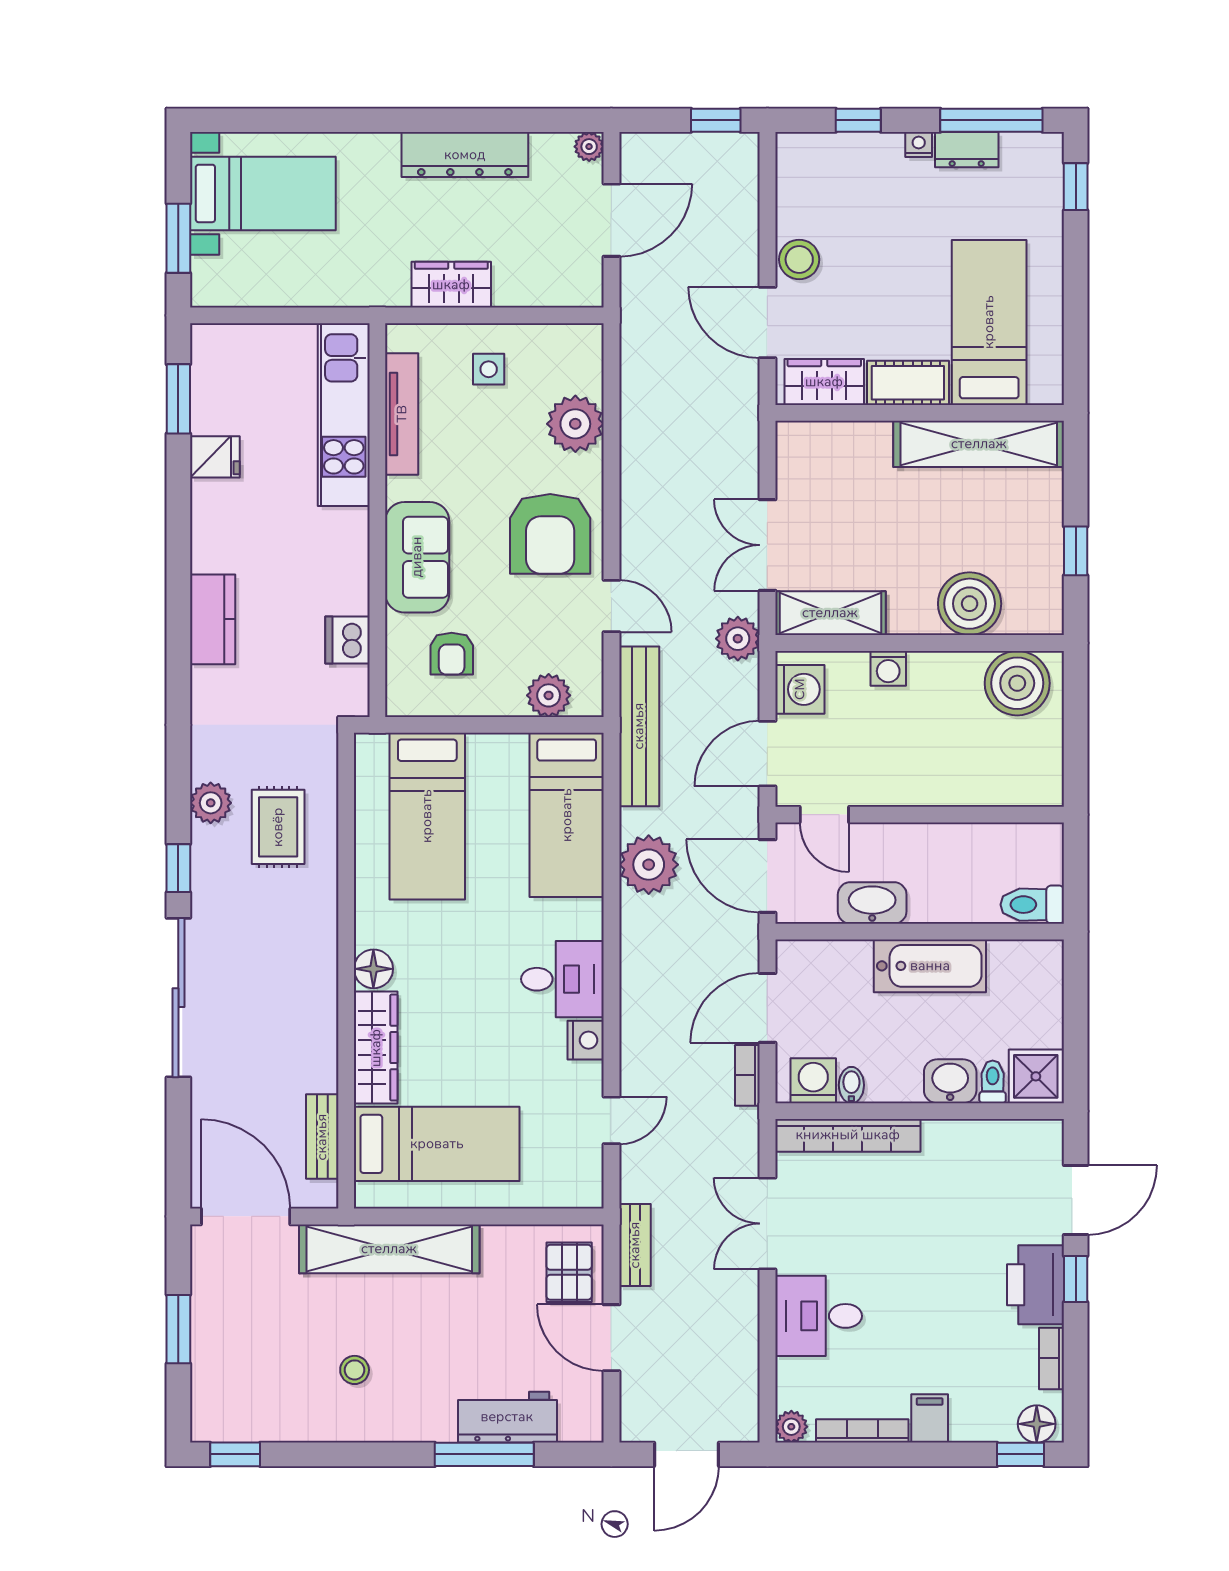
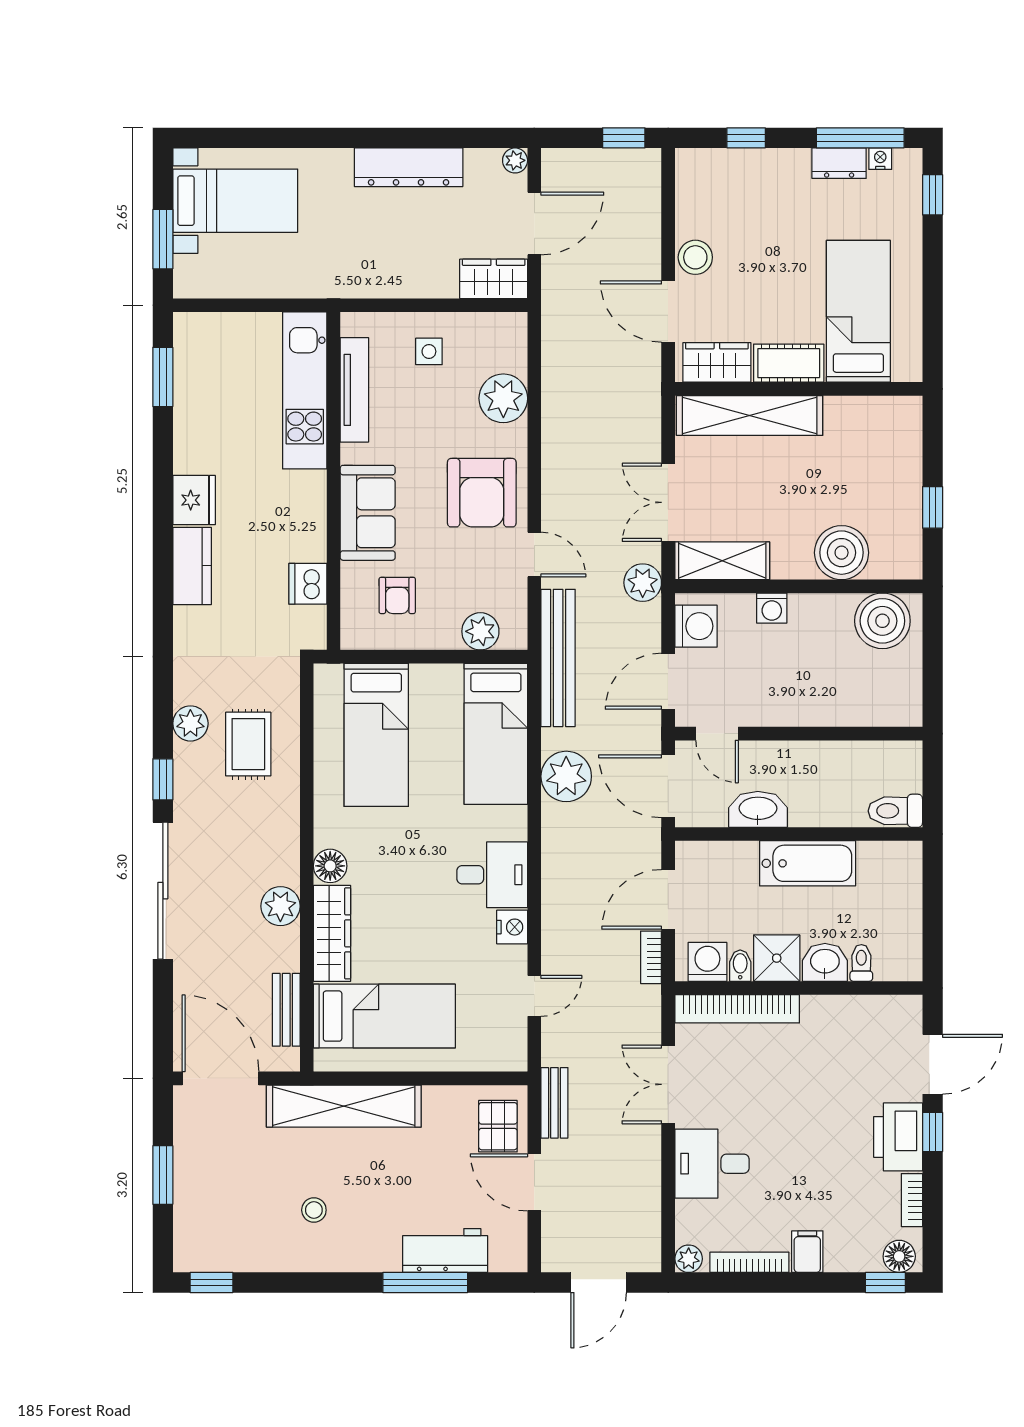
nightstand: (919, 145) -> (880, 159), moved
wardrobe: (451, 285) -> (494, 279), moved
shelving: (979, 444) -> (750, 416), moved
fridge: (215, 457) -> (194, 500), moved, width x1.38
plant: (316, 1016) -> (280, 906), added
shower: (1036, 1076) -> (777, 958), moved

